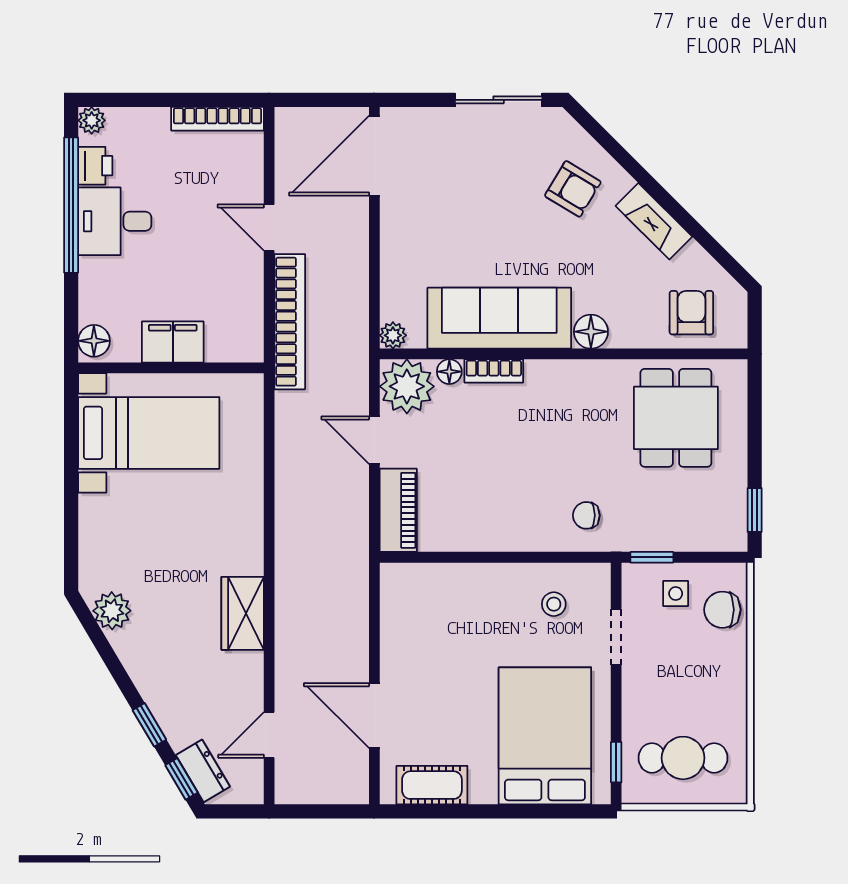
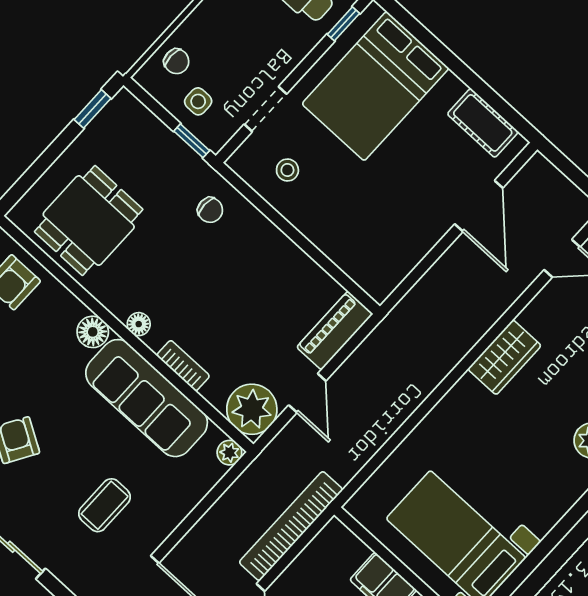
coffee table: (454, 202) -> (105, 505), added
floor lamp: (449, 372) -> (139, 324), moved
chair: (722, 610) -> (177, 61), width x0.73, depth x0.73

